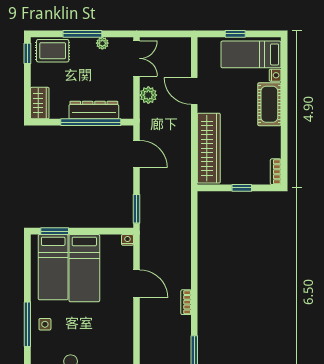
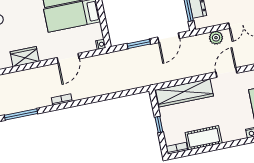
cot: (269, 104) -> (204, 138), moved
window: (136, 209) -> (139, 44), moved
wardrobe: (123, 338) -> (25, 57), added

